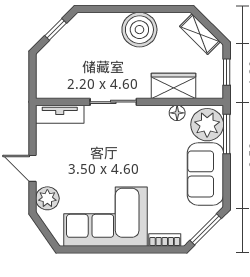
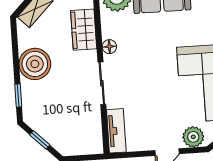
window: (106, 9) -> (18, 95), added
floor lamp: (177, 113) -> (109, 47), moved

